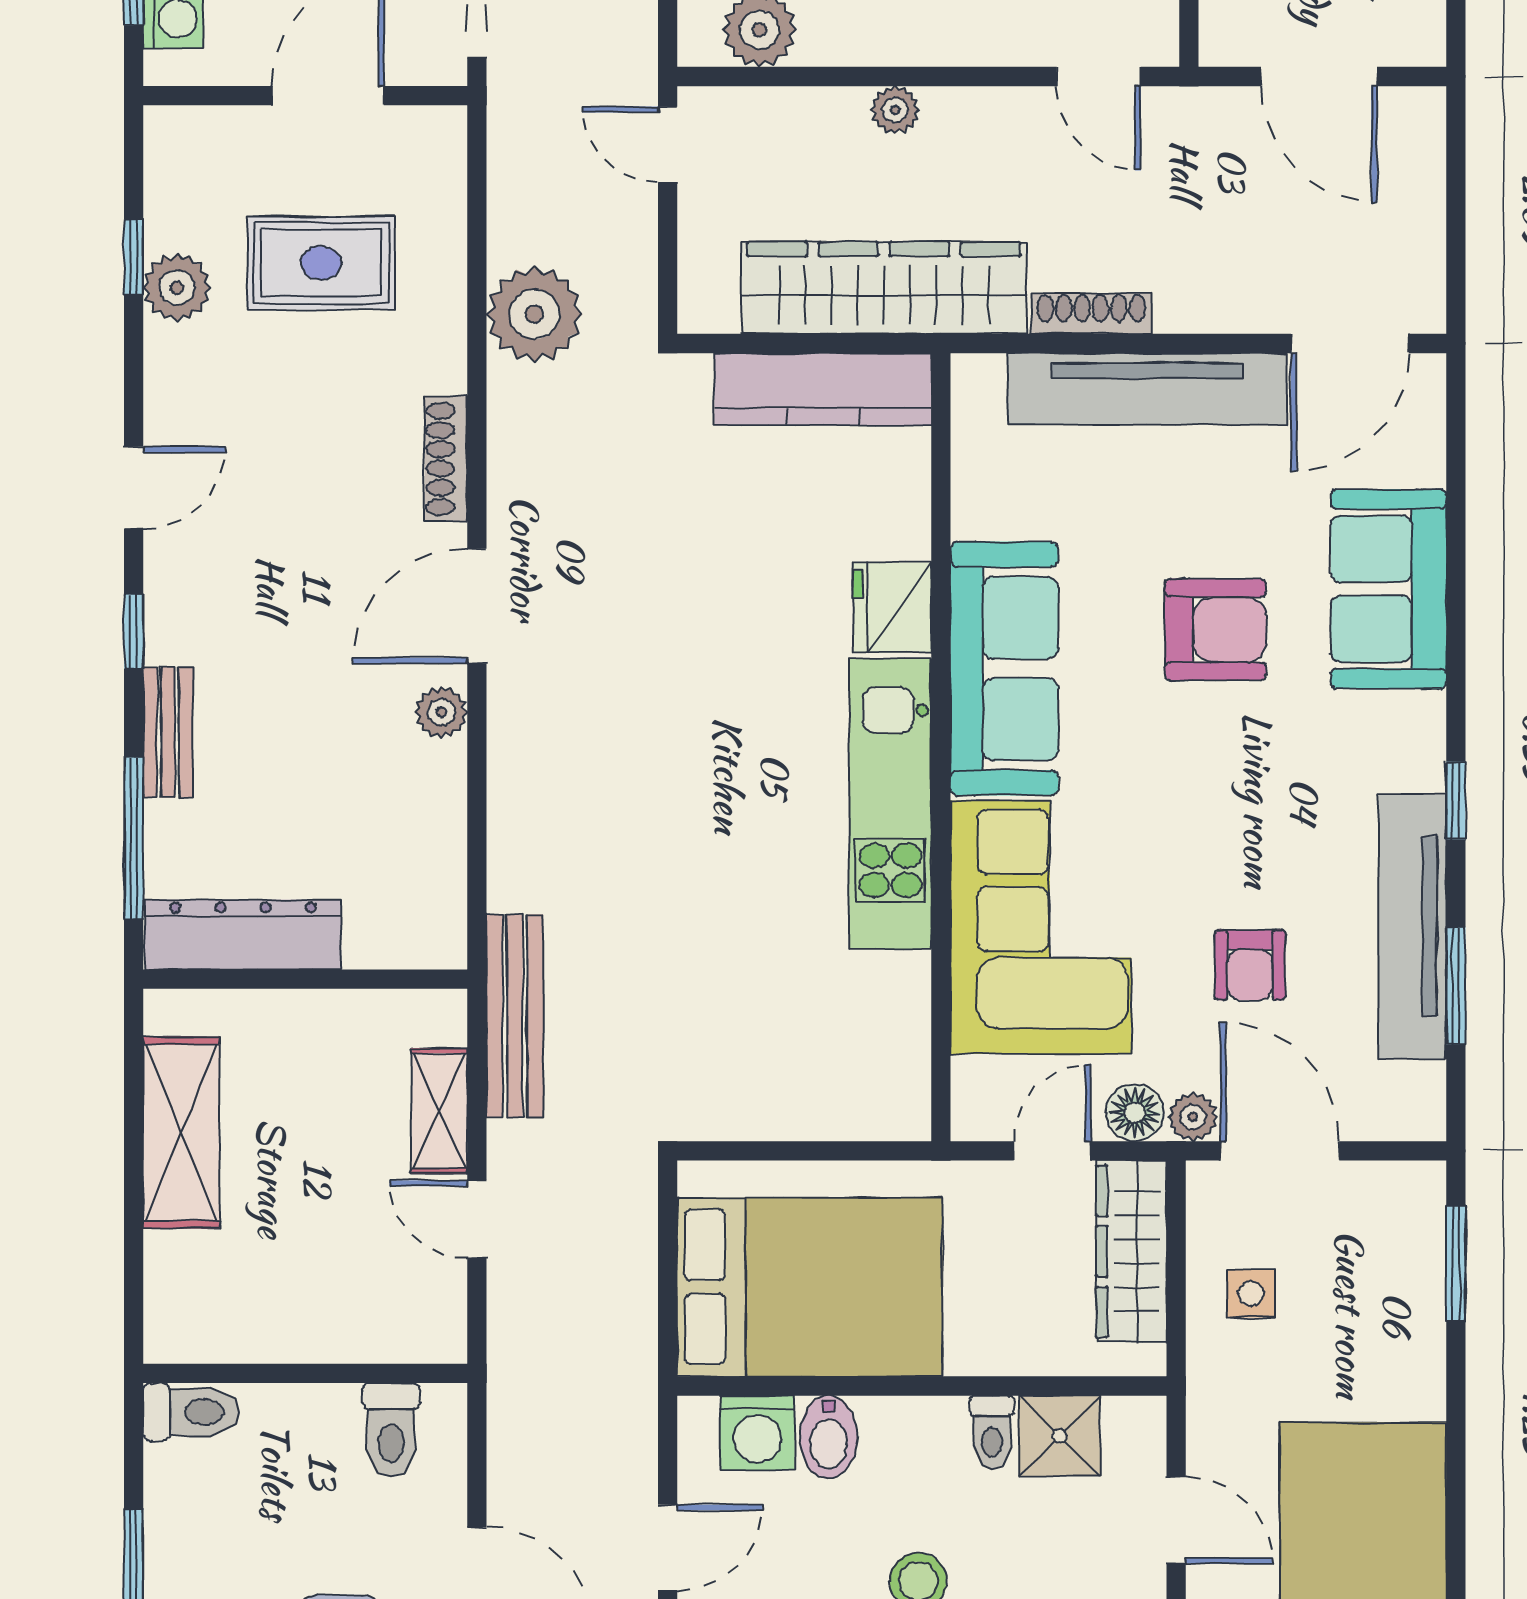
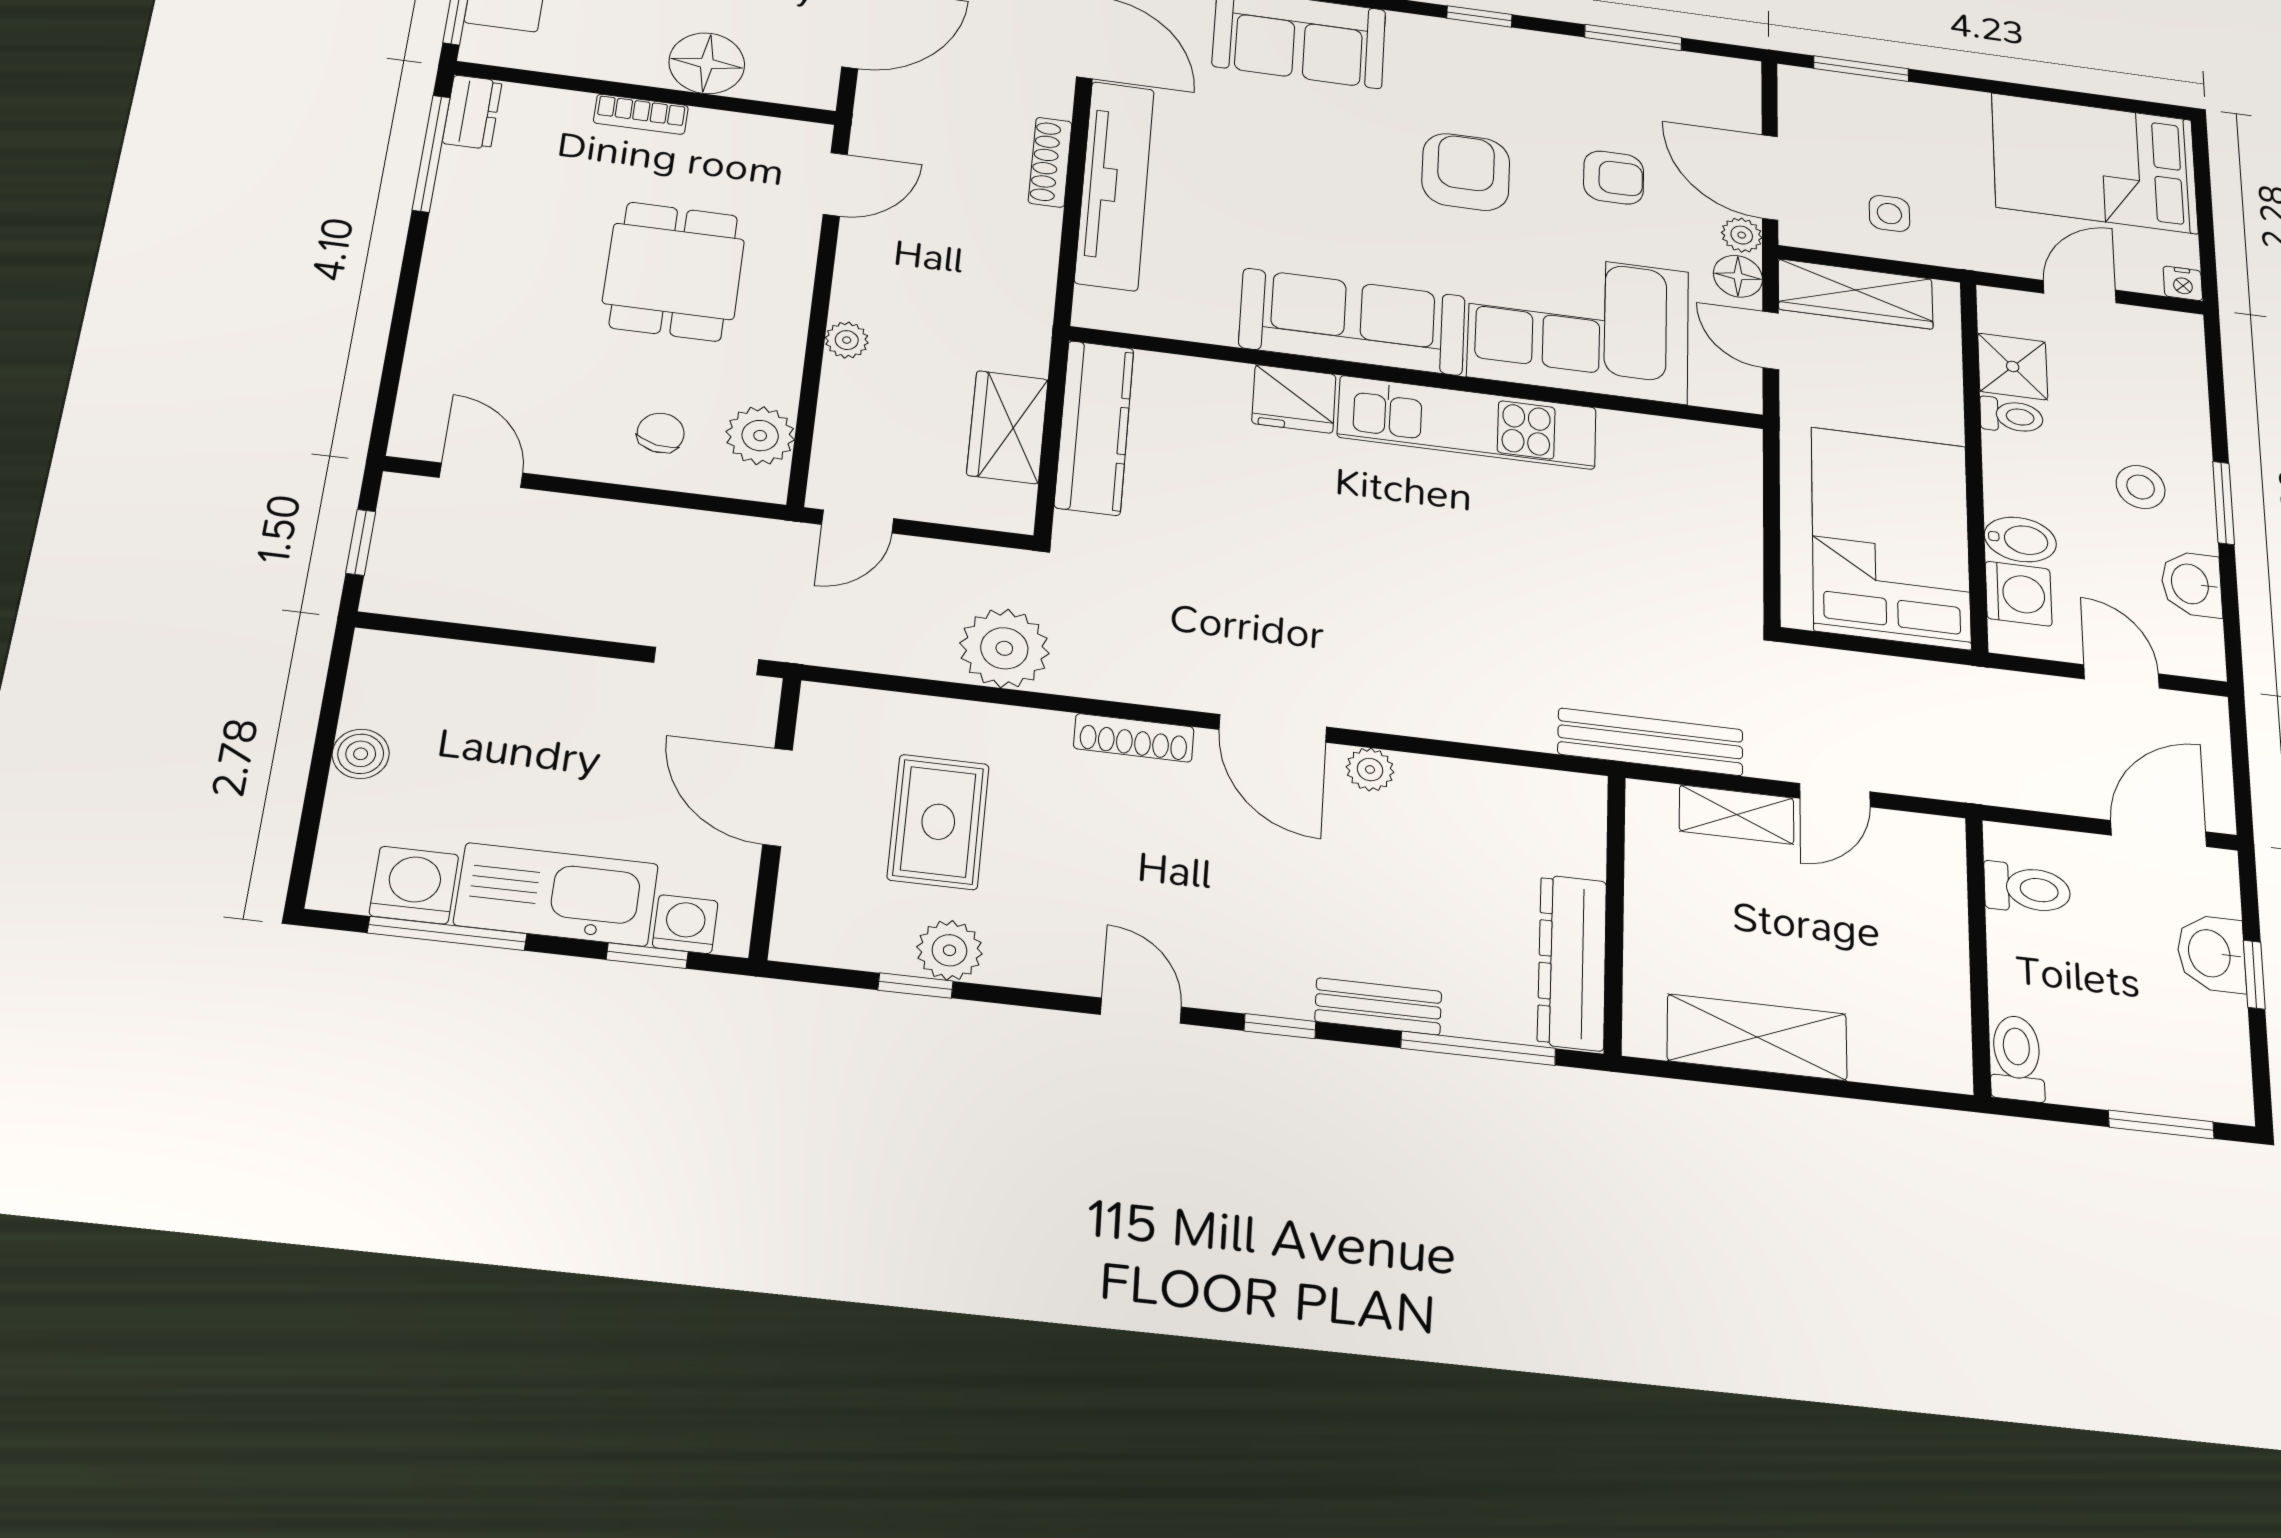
wardrobe: (884, 288) -> (1007, 427), width x0.48, depth x0.85
shoe rack: (1091, 314) -> (1050, 162), moved
armchair: (1216, 630) -> (1466, 172), moved
tv unit: (1412, 927) -> (1584, 60), removed
door: (1280, 1151) -> (1770, 177), hinge flipped

